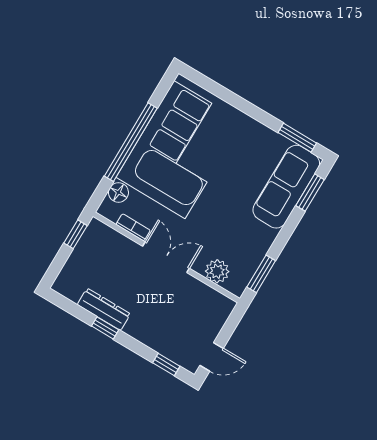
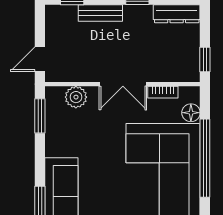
dresser: (104, 309) -> (177, 14), moved
bench: (147, 336) -> (100, 13), added
door: (212, 357) -> (40, 59), moved

